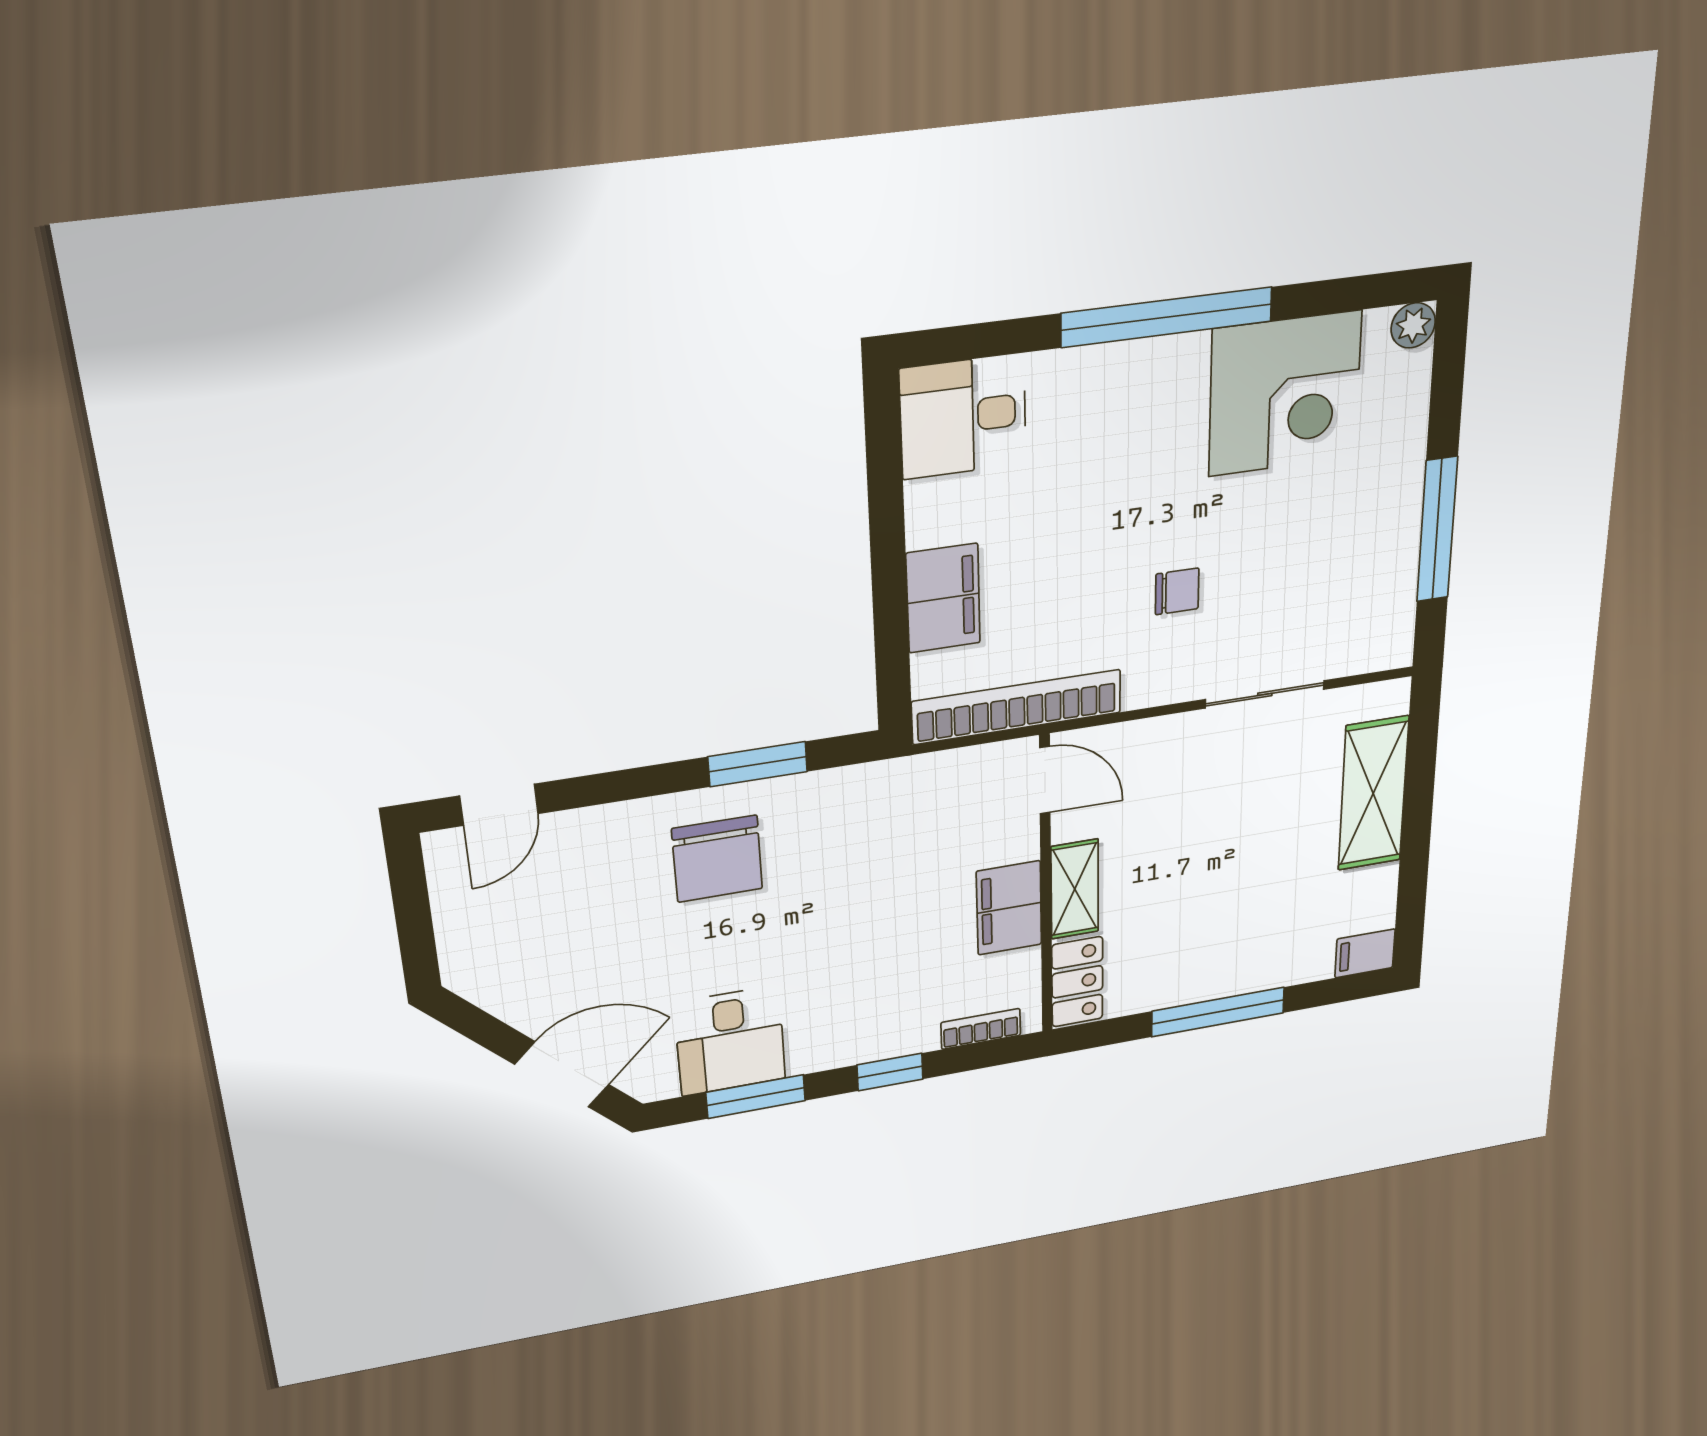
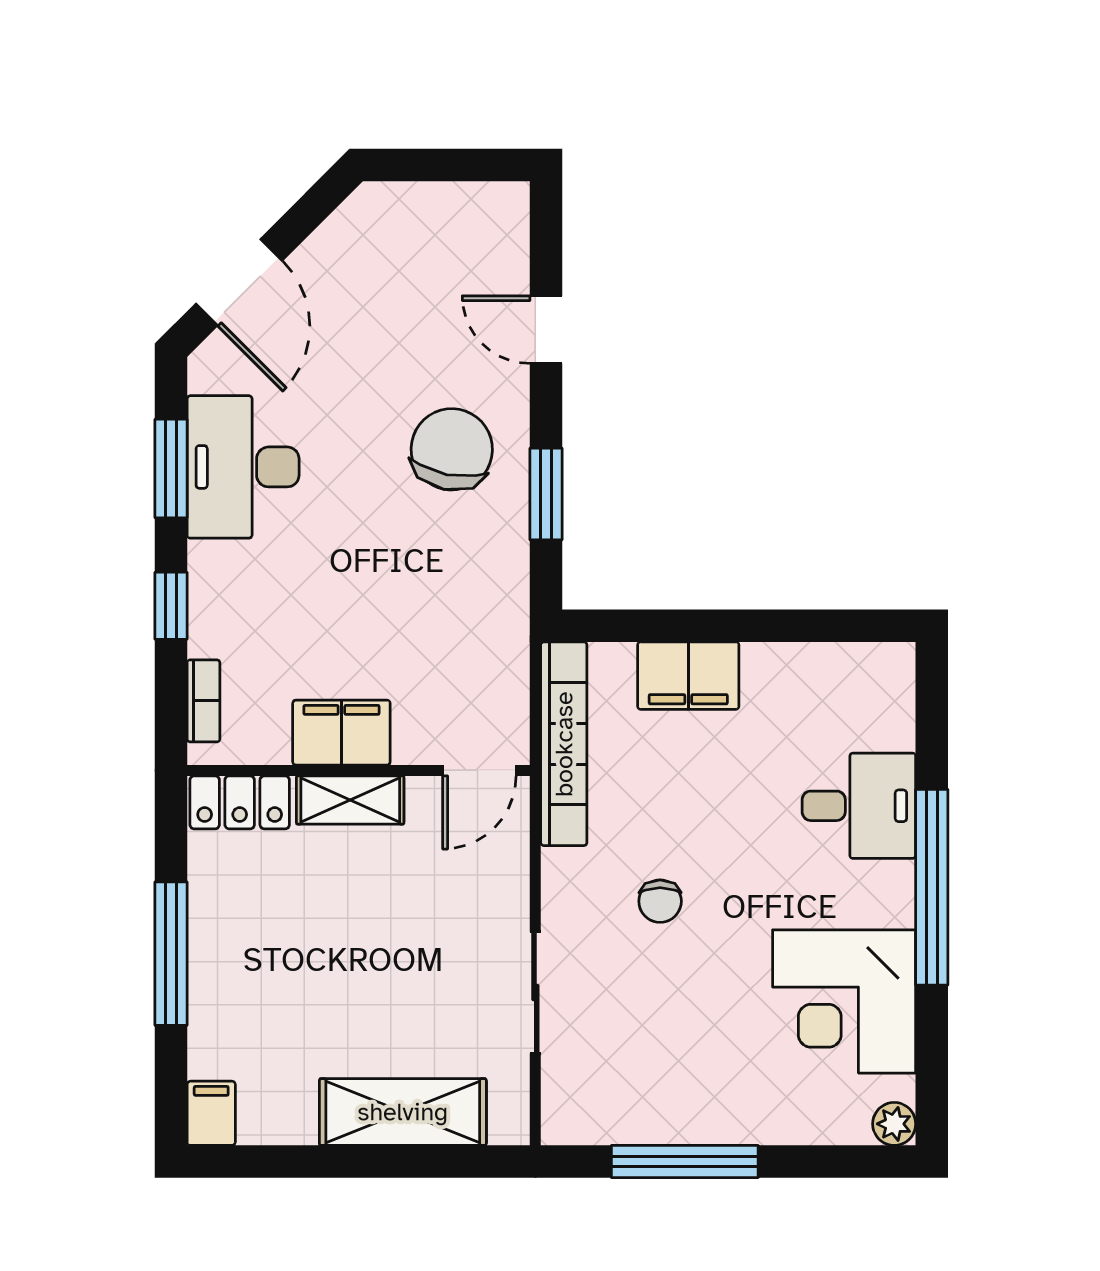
desk: (963, 417) -> (859, 806), moved, turned 90
door: (499, 805) -> (546, 330), moved
chair: (717, 859) -> (452, 449), turned 101
desk: (730, 1041) -> (243, 467), width x1.37

